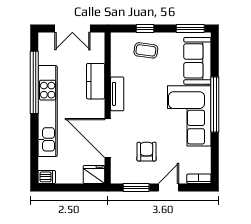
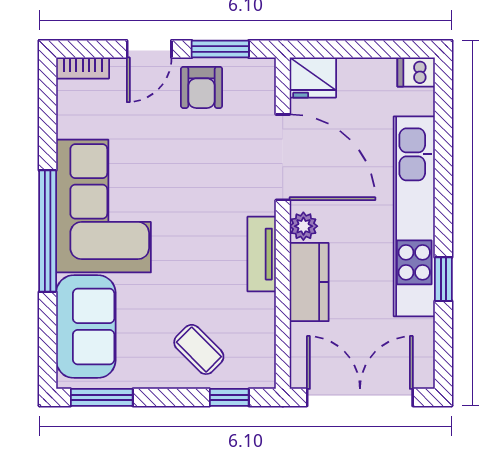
double door: (72, 29) -> (360, 397), width x1.37
window: (145, 29) -> (229, 397), moved
coffee table: (146, 50) -> (199, 349), turned 37
window: (34, 82) -> (443, 279), width x0.32
plant: (98, 107) -> (303, 226), added
armchair: (147, 152) -> (202, 87), moved

